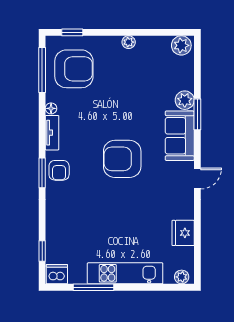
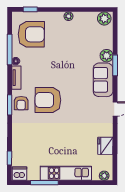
window: (42, 70) -> (10, 49), moved
armchair: (122, 159) -> (48, 100), moved

